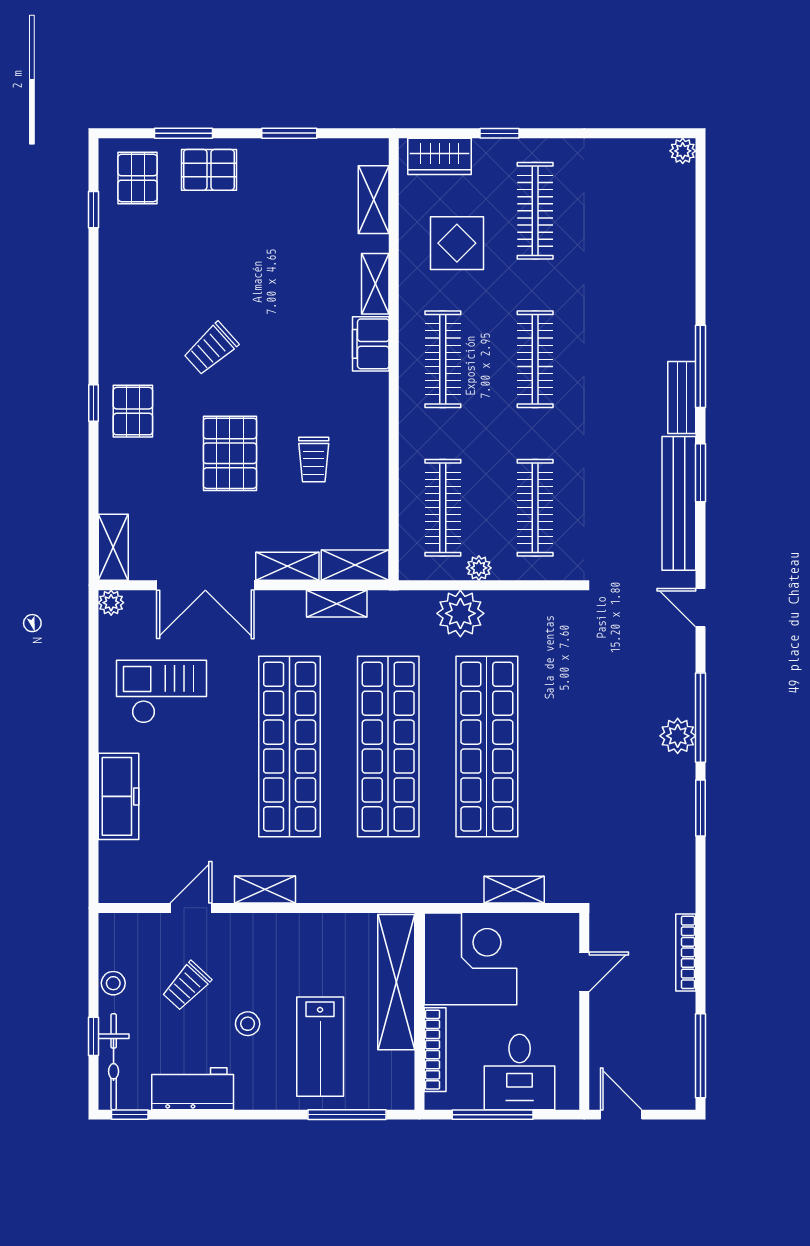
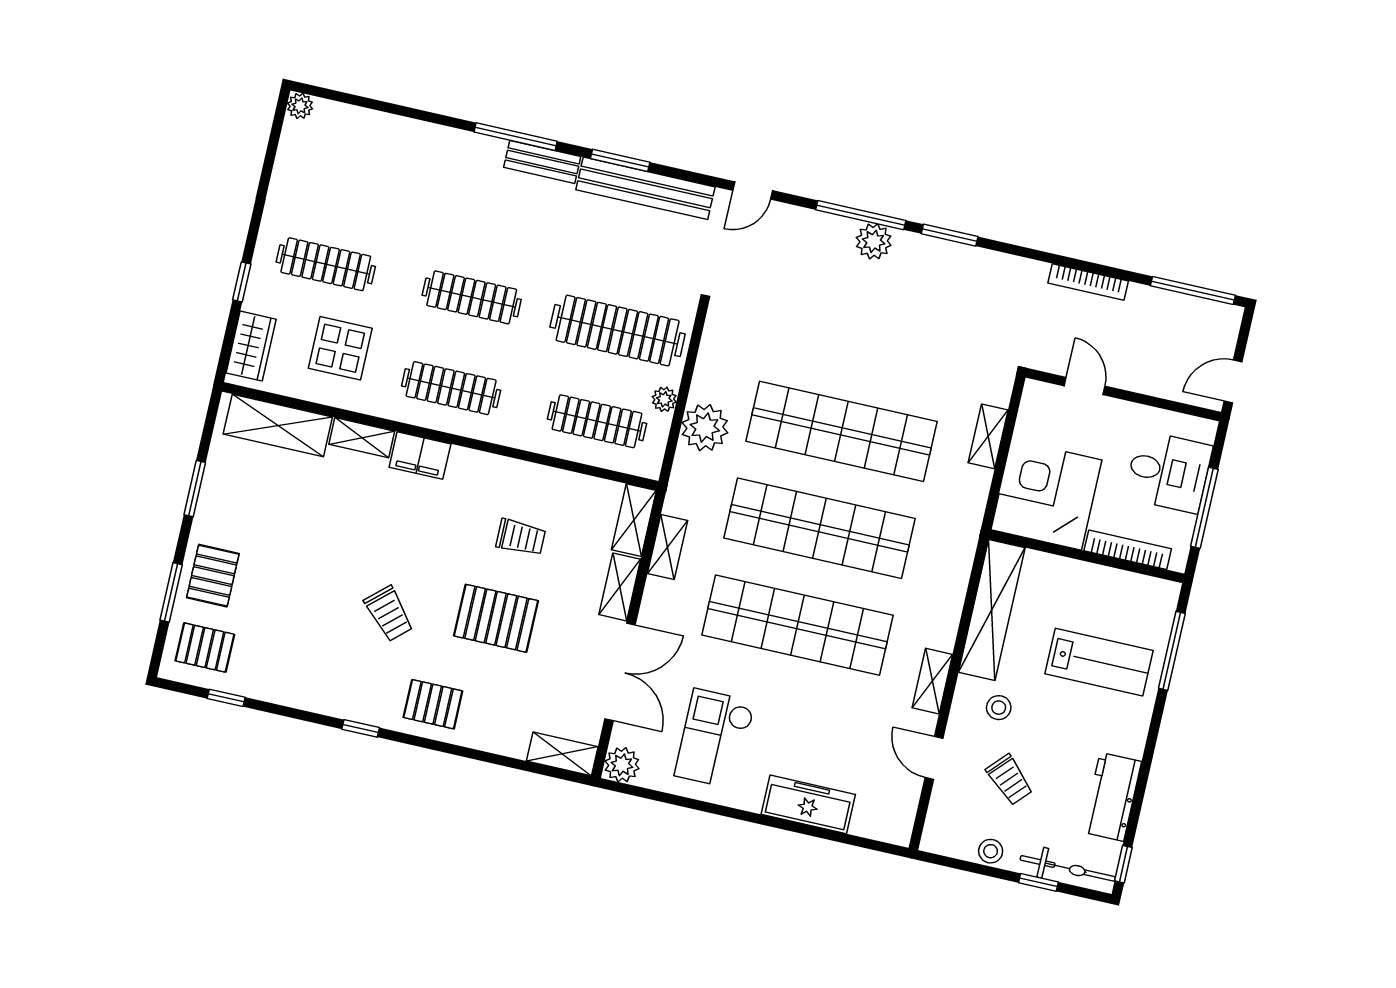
shelving: (374, 200) -> (278, 426), width x1.50, depth x1.33
window: (94, 403) -> (361, 728), moved
clothes rail: (535, 508) -> (618, 331), width x1.37, depth x1.31
plant: (111, 603) -> (622, 765), width x1.38, depth x1.38
shelving: (396, 982) -> (992, 610), moved, turned 90
stool: (248, 1024) -> (999, 708), moved

